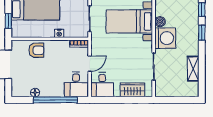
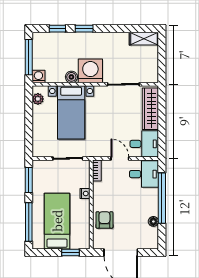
shelving: (193, 69) -> (144, 39), moved
wardrobe: (133, 90) -> (150, 109), width x1.50

